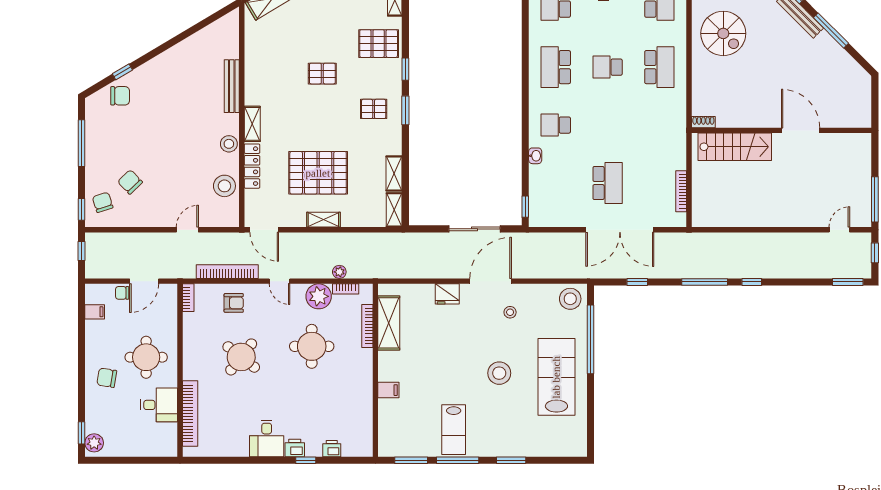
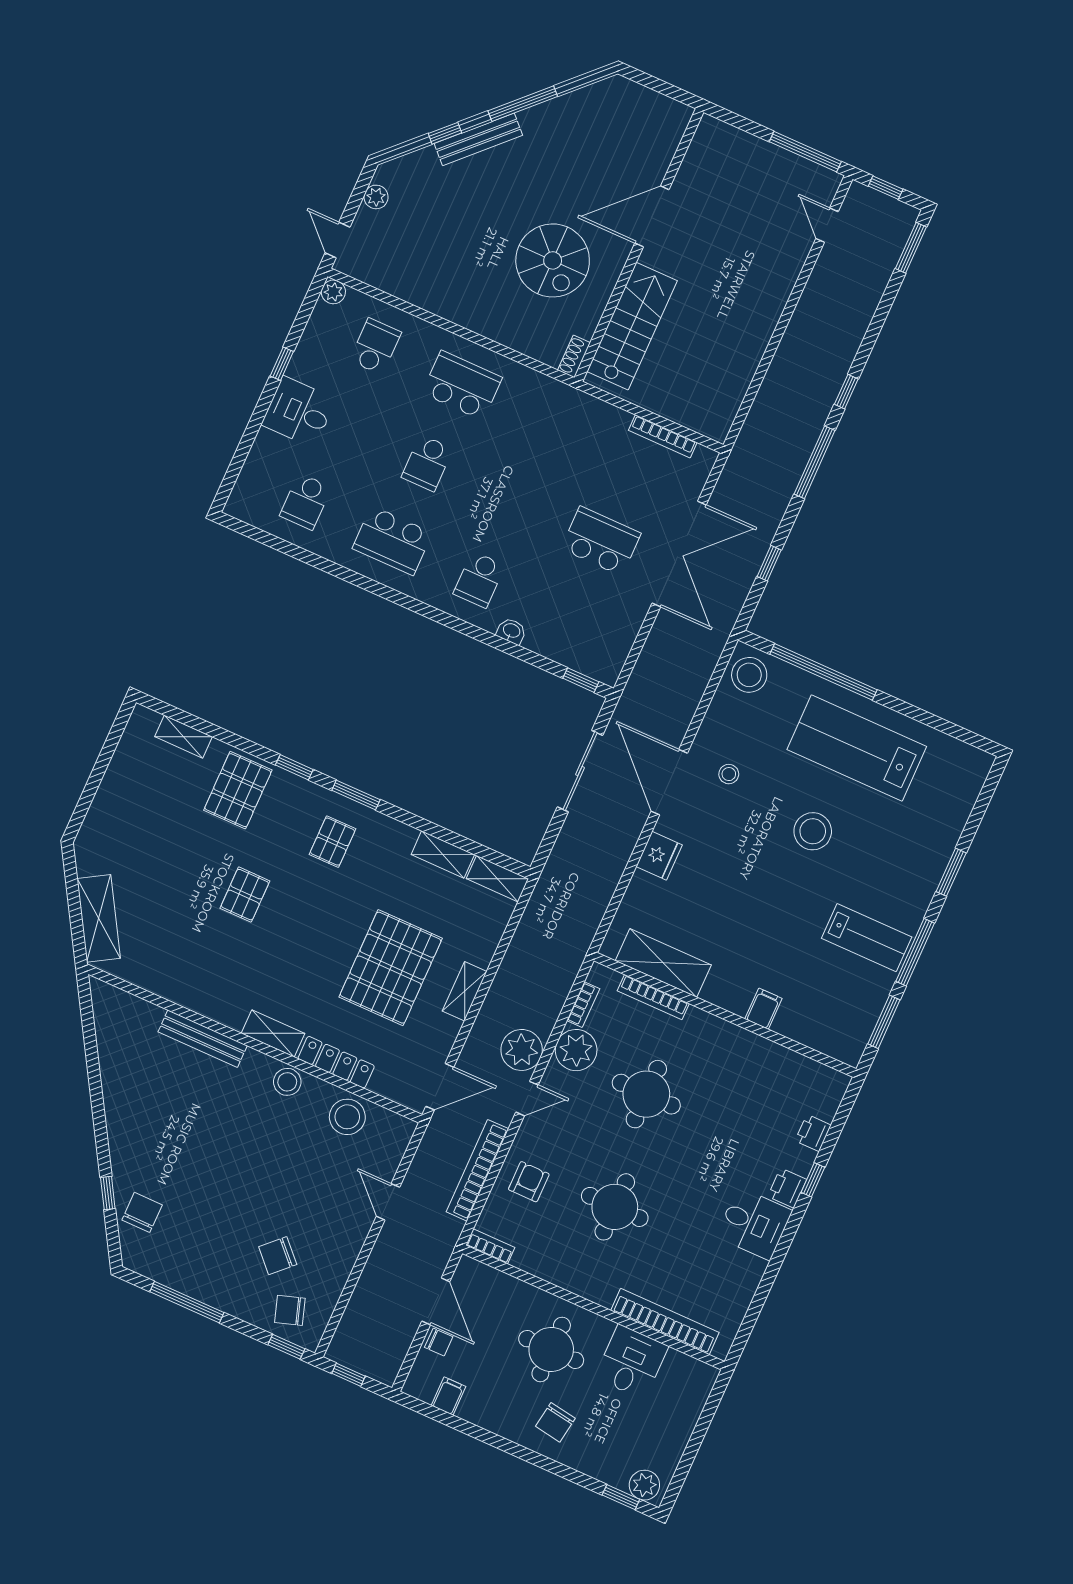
spiral stairs: (723, 33) -> (553, 260), moved, turned 90
plant: (339, 272) -> (522, 1050), moved, width x1.88, depth x1.88
chair: (122, 293) -> (439, 1342), turned -90
round table: (241, 357) -> (615, 1207), turned -38

